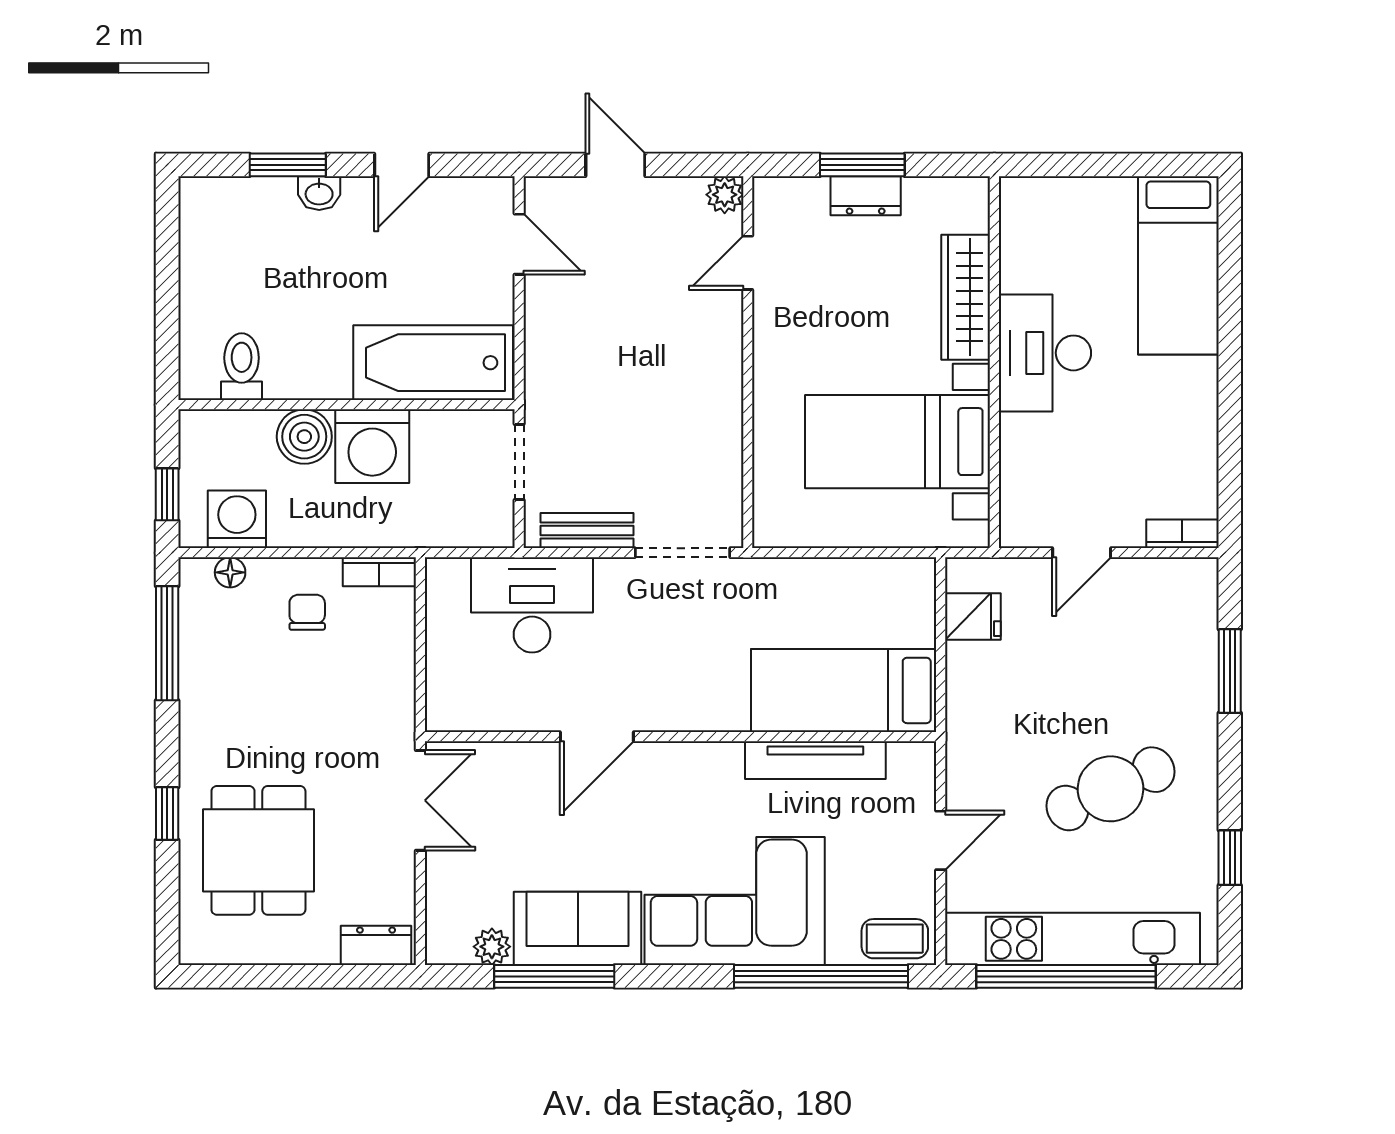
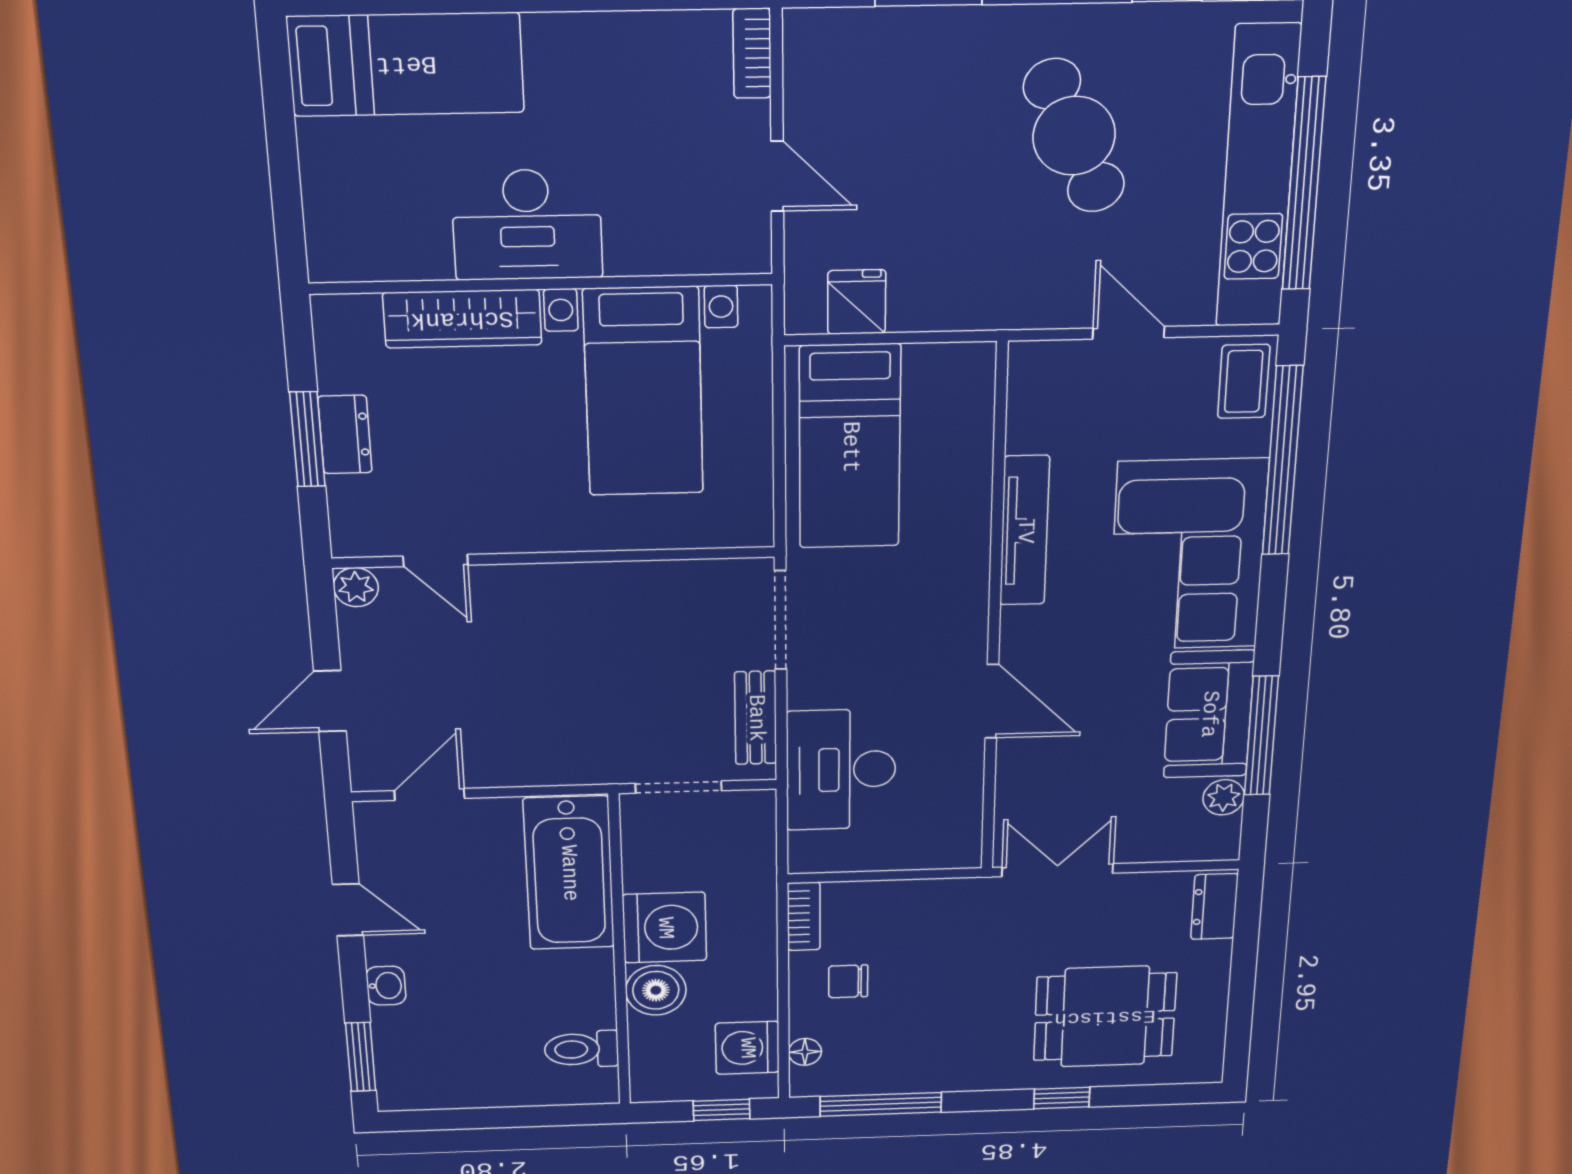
window: (288, 165) -> (361, 1057), moved
bed: (844, 690) -> (850, 447), moved
tv unit: (815, 760) -> (1025, 531), moved

